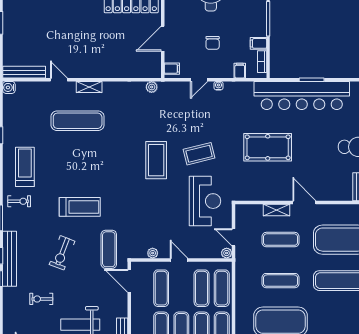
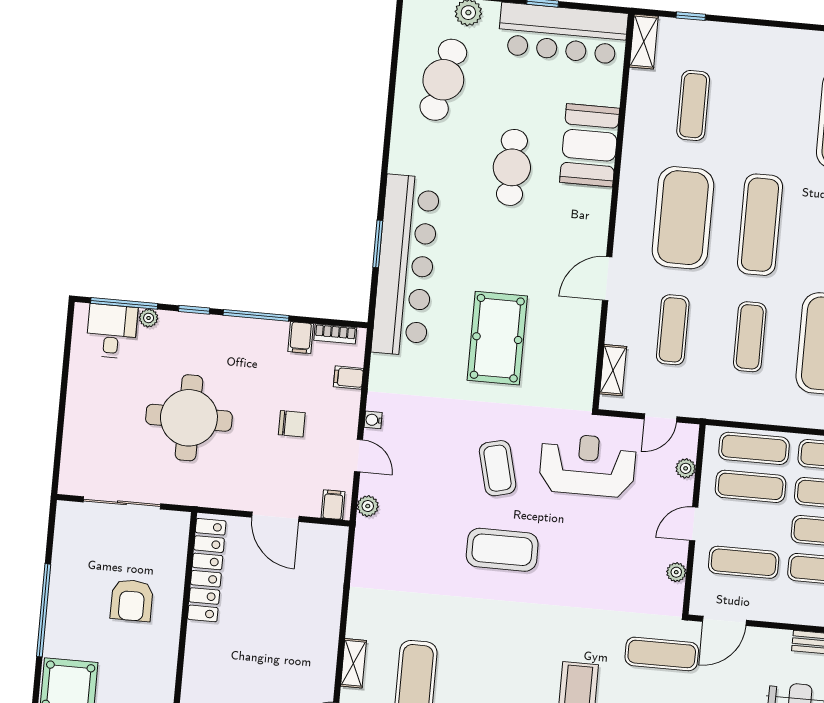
plant: (152, 87) -> (368, 506), moved
shelving: (276, 210) -> (613, 370), moved
plant: (227, 253) -> (686, 468), moved

